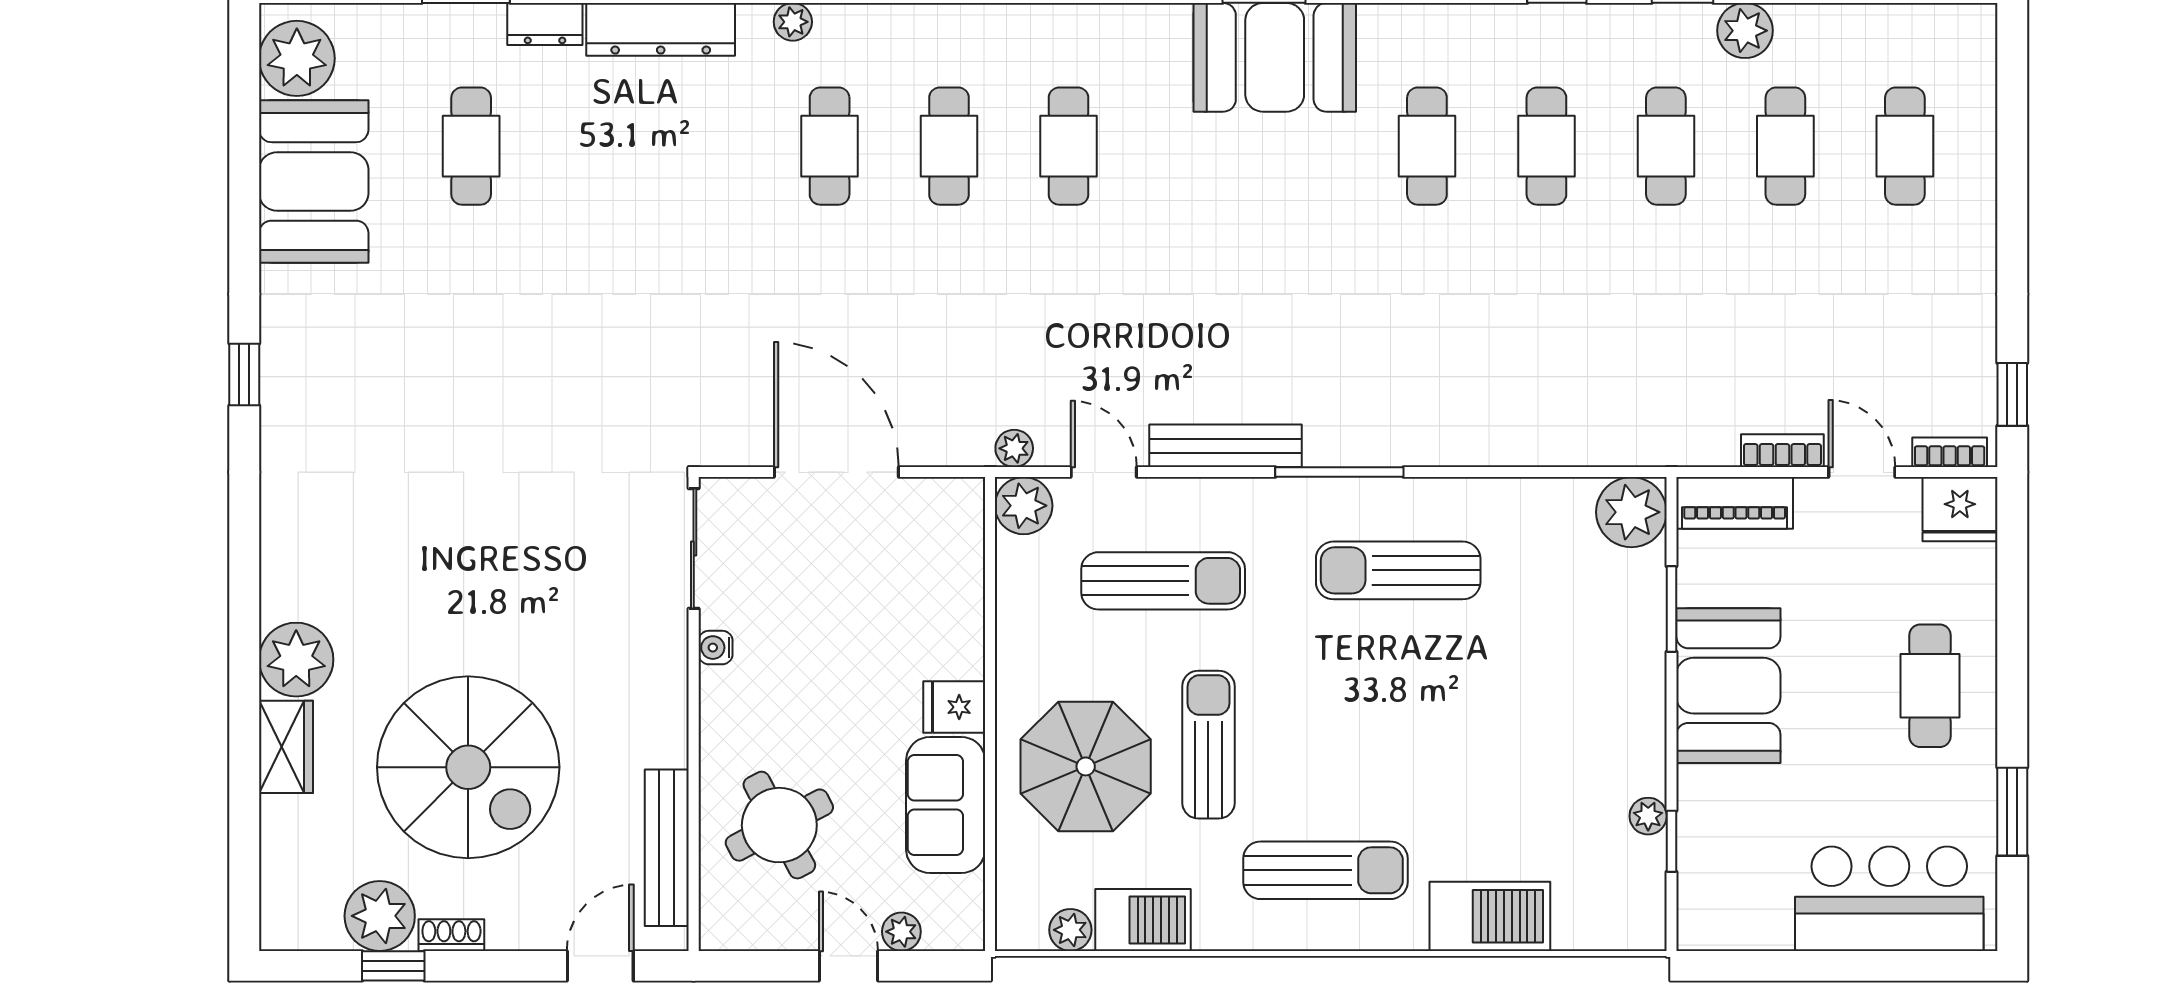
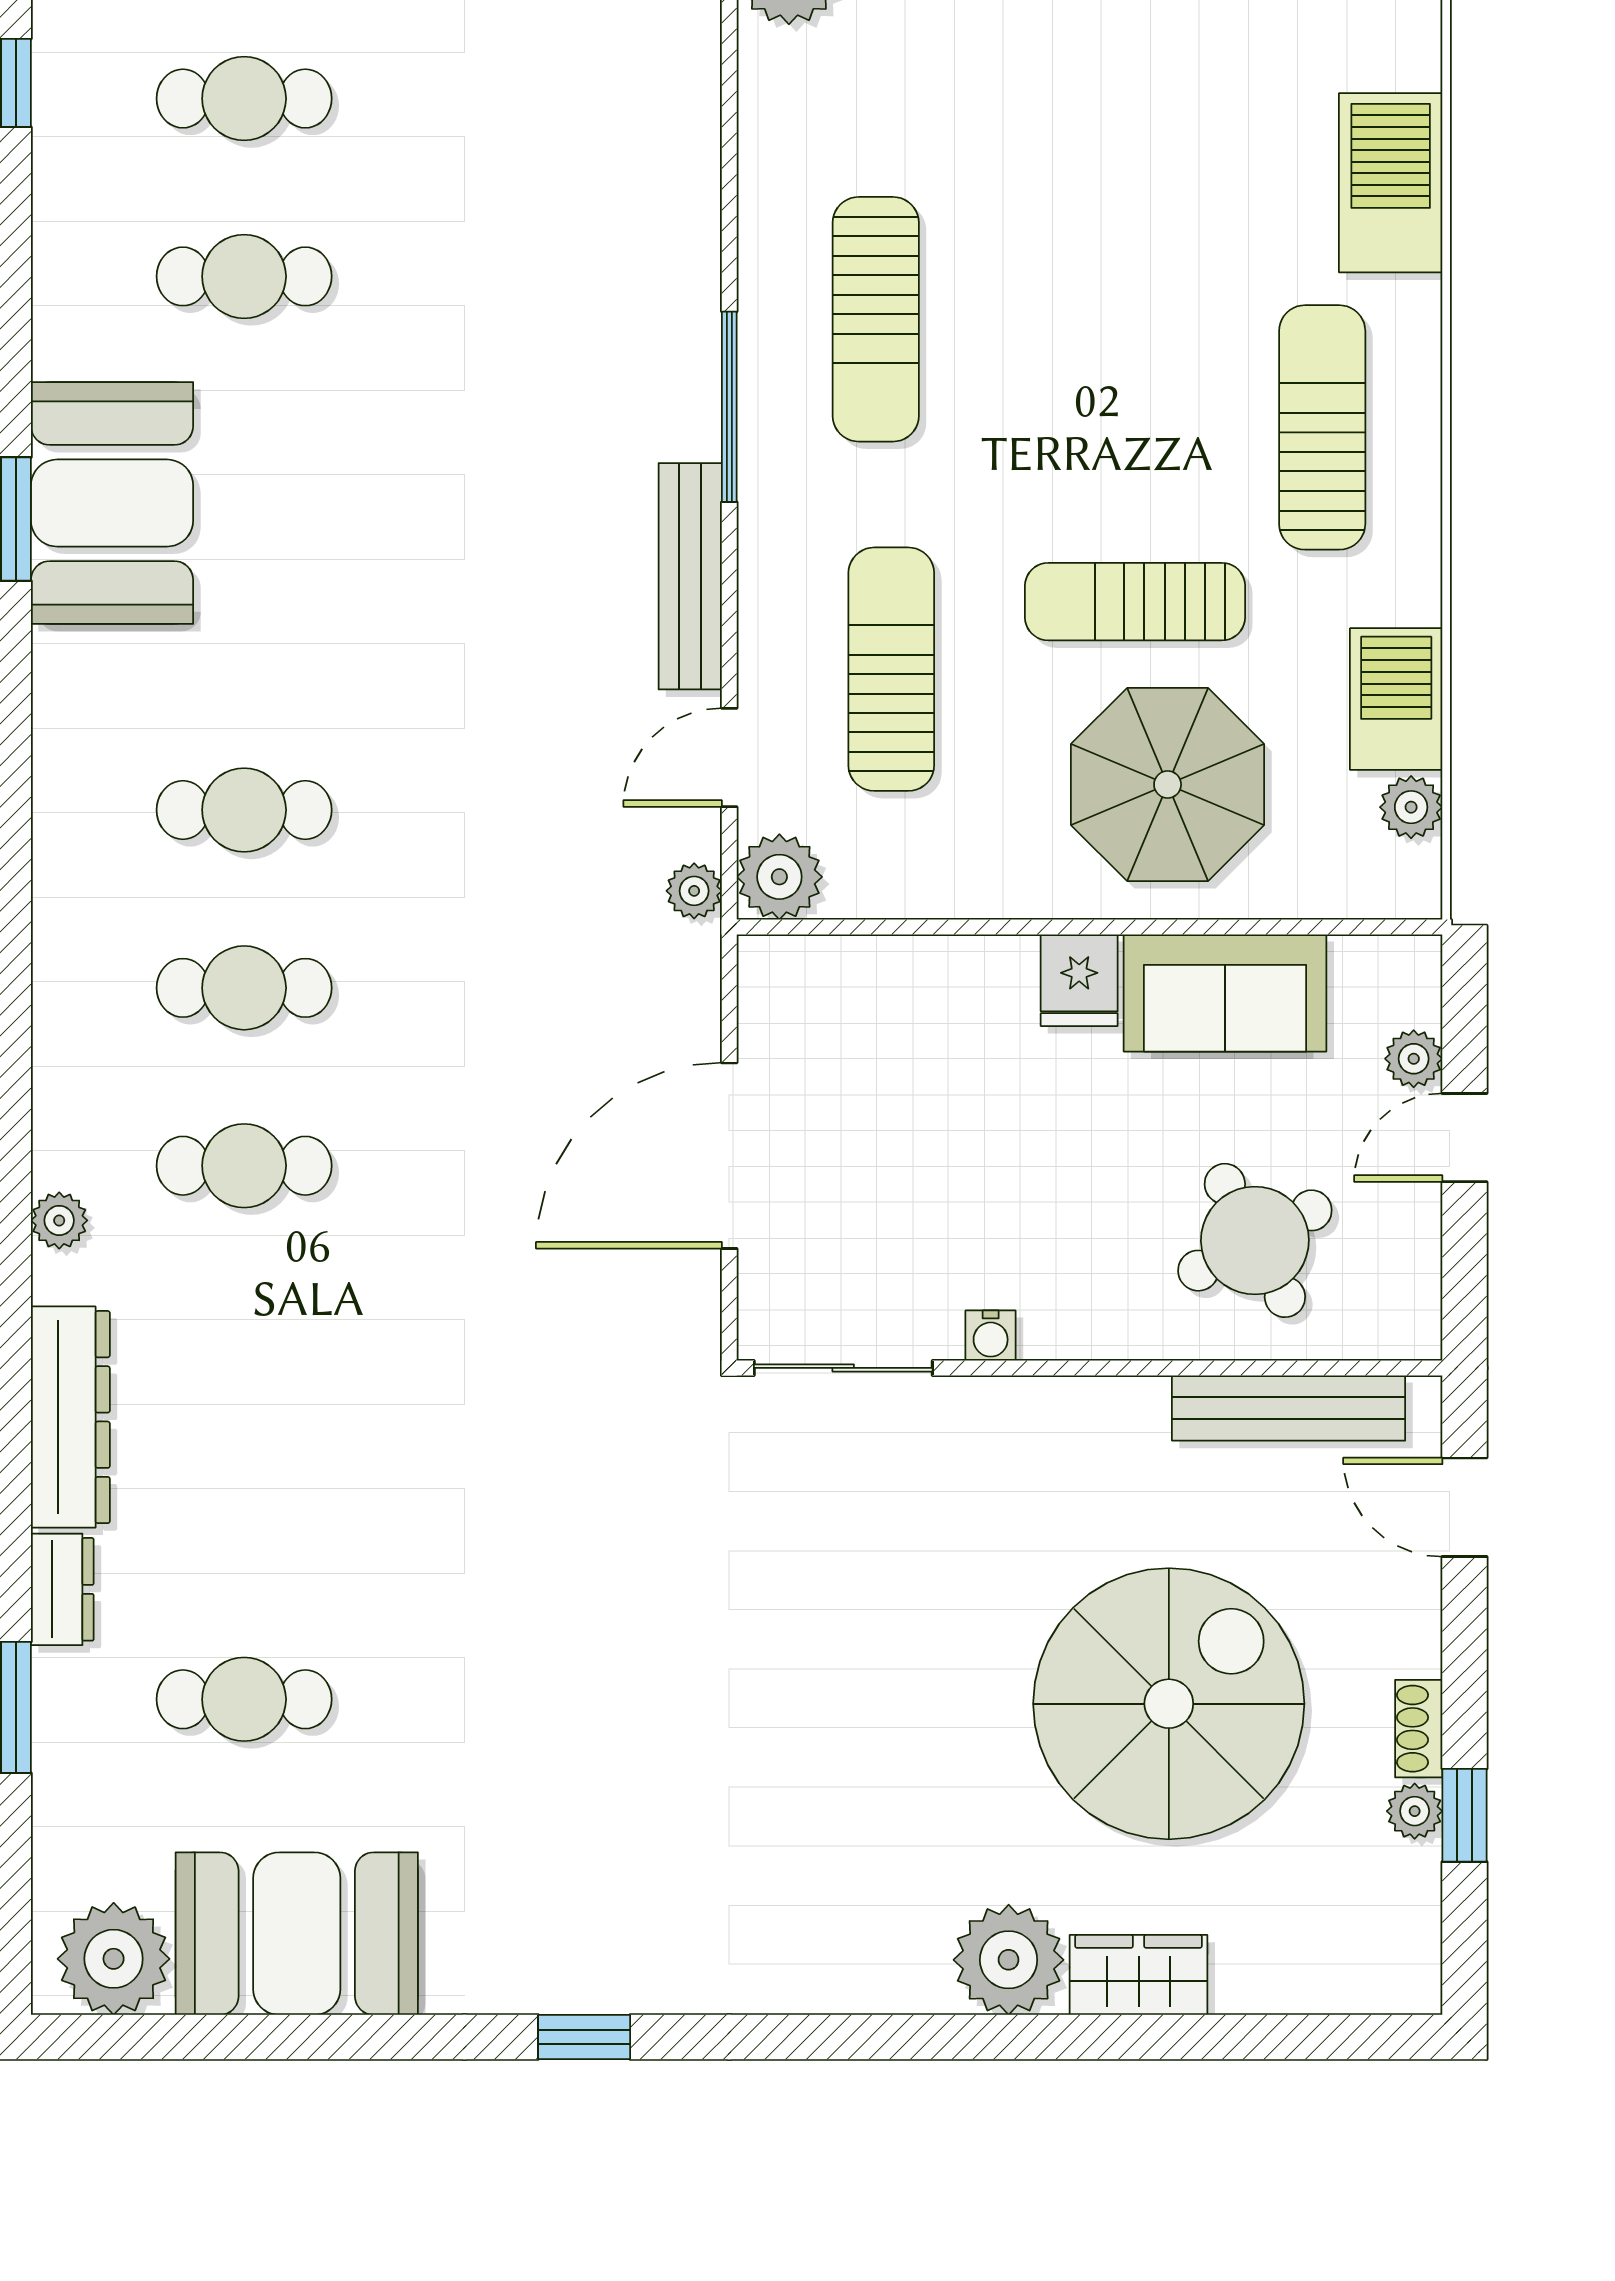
plant: (380, 916) -> (1415, 1811), width x0.53, depth x0.53

